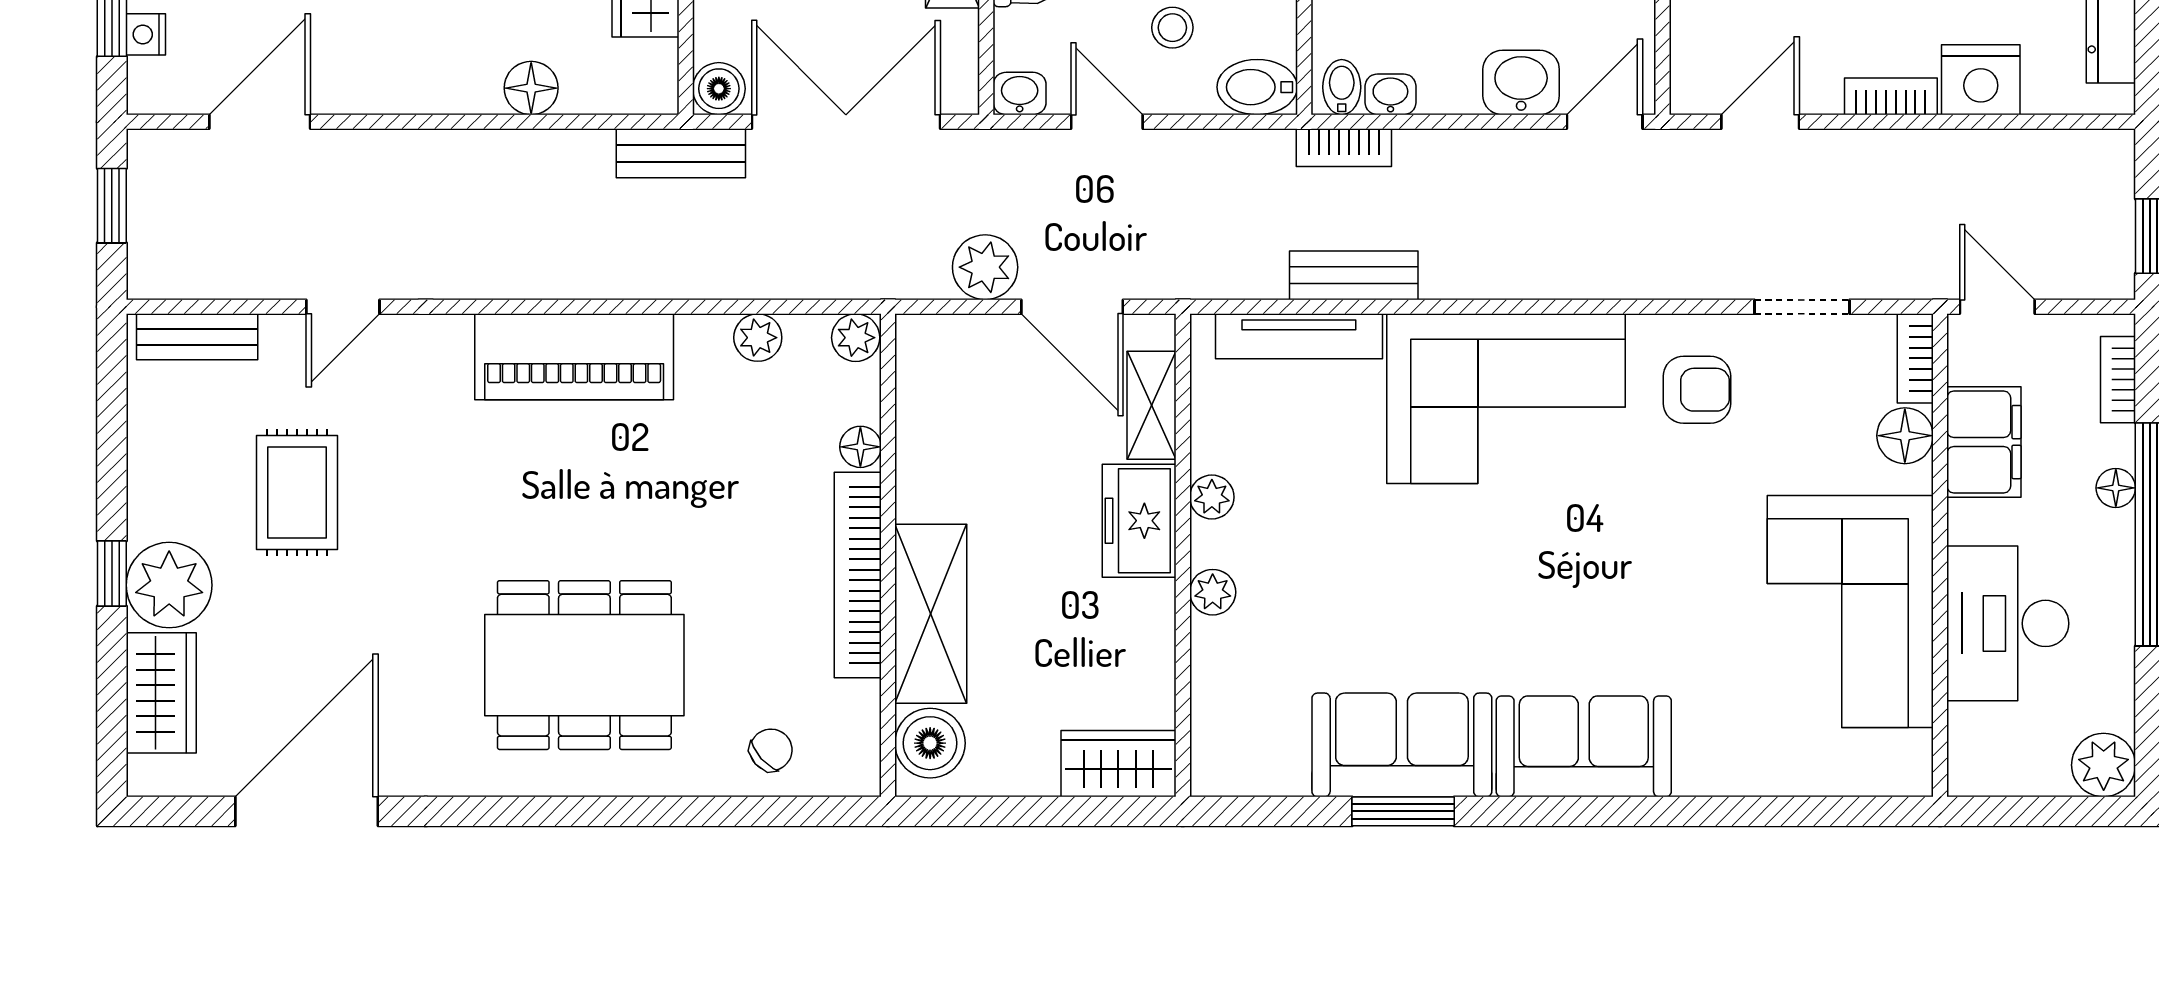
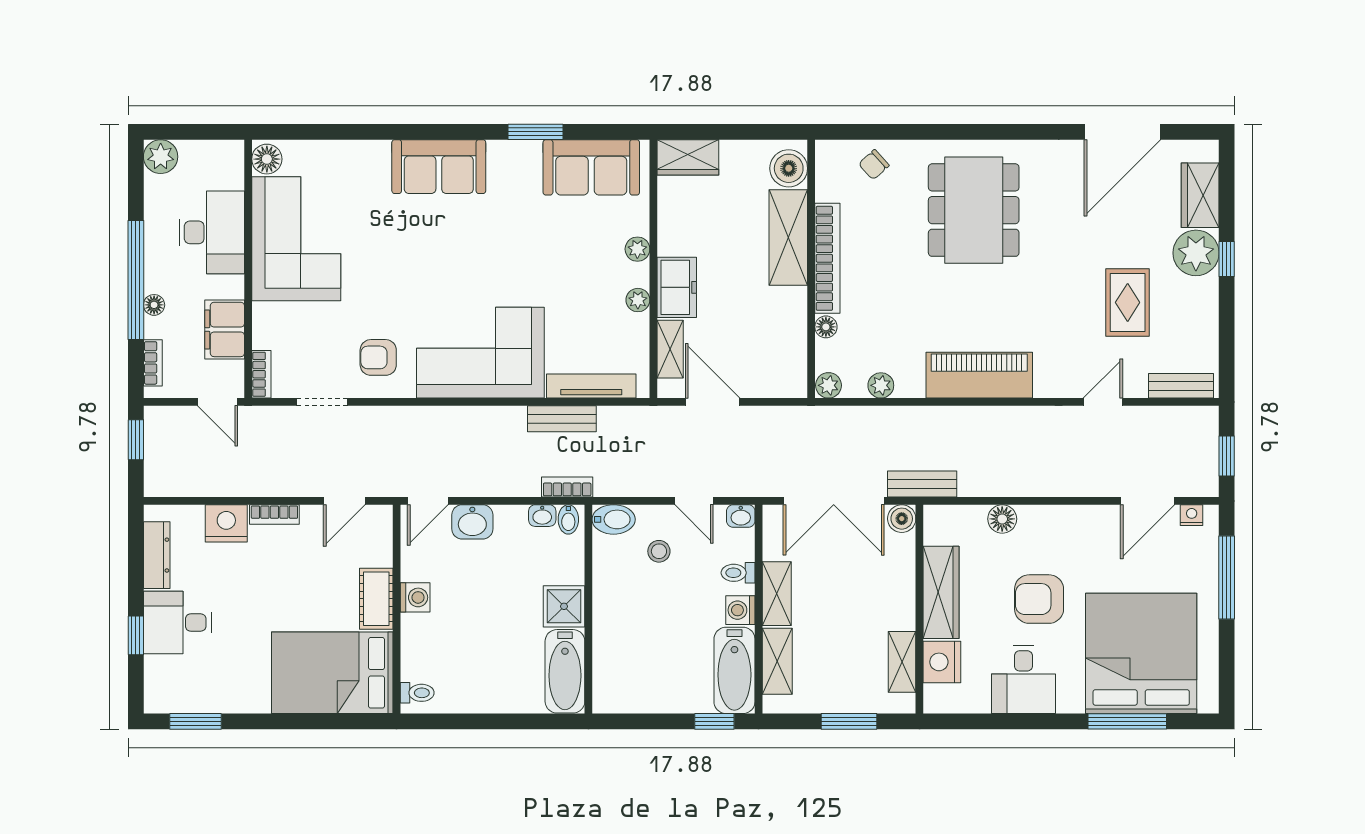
nightstand: (146, 34) -> (1192, 515), moved, turned -90
plant: (985, 267) -> (759, 423), removed
floor lamp: (1905, 436) -> (267, 159), moved
dining table: (584, 665) -> (974, 210), turned 90
sofa: (1402, 745) -> (591, 167), moved

